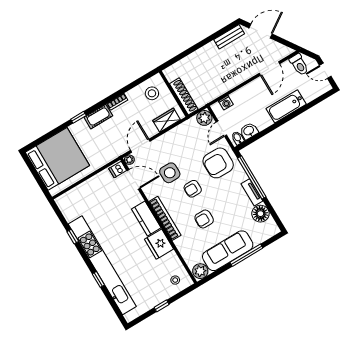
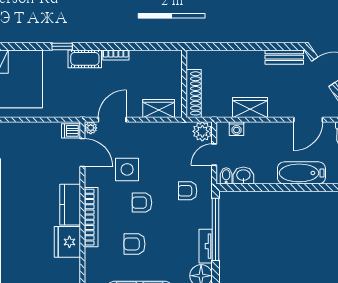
wardrobe: (226, 83) -> (250, 107), added
stool: (152, 93) -> (160, 69), removed
armchair: (218, 163) -> (188, 191), width x0.53, depth x0.53

